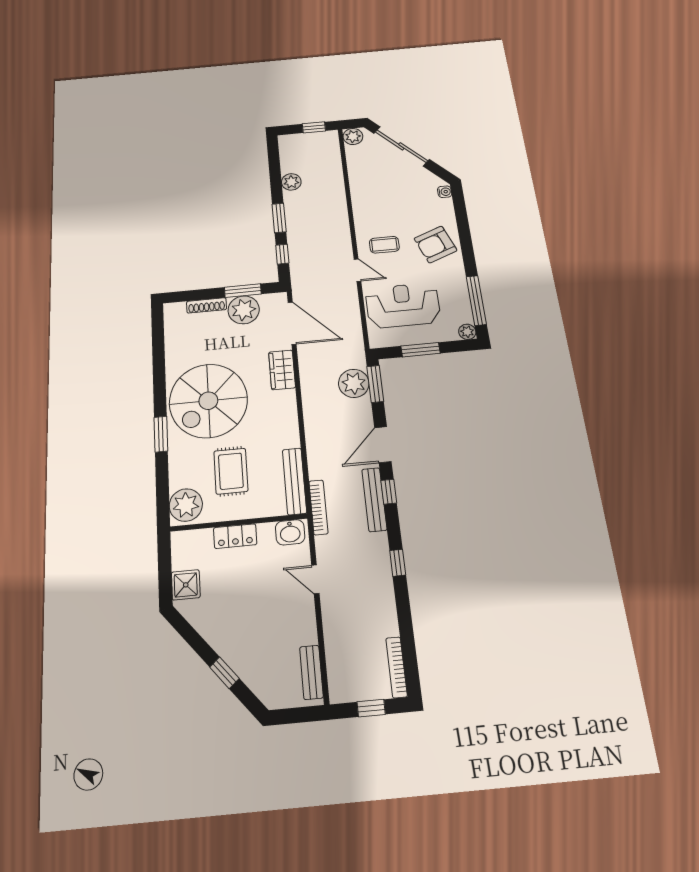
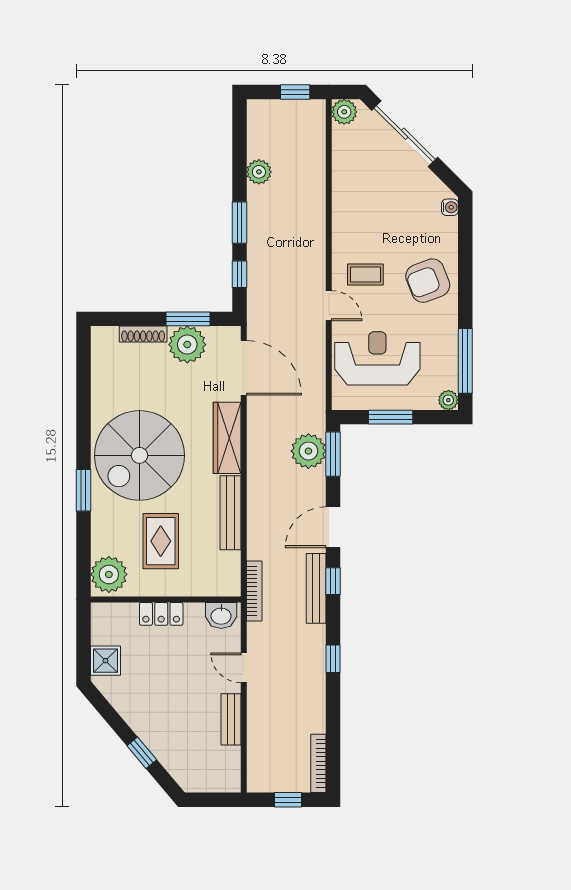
wardrobe: (282, 370) -> (227, 438), width x1.50
bench: (294, 481) -> (230, 513), moved
bench: (311, 672) -> (231, 719), moved

